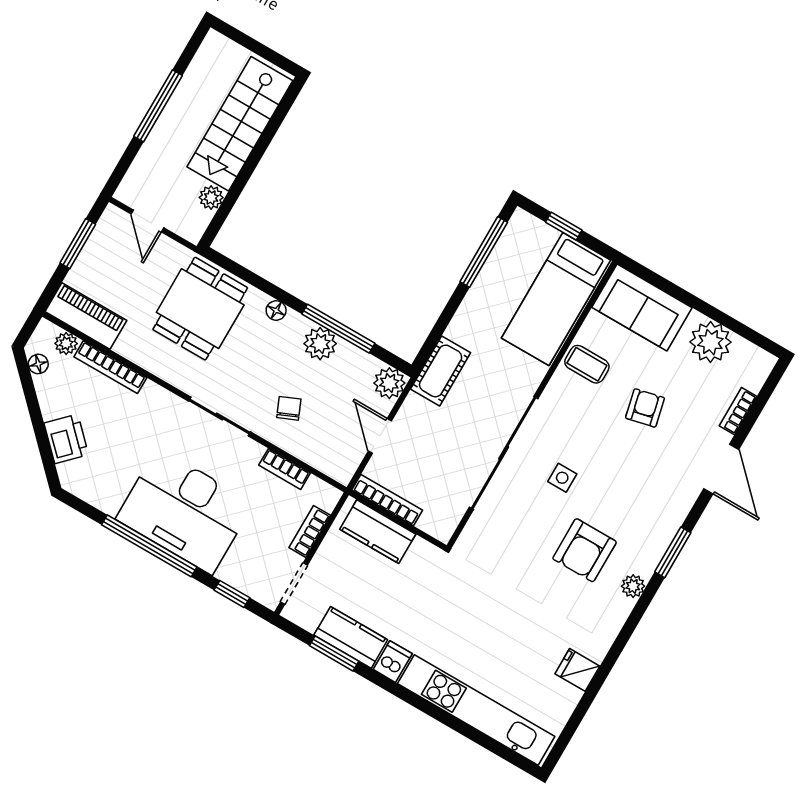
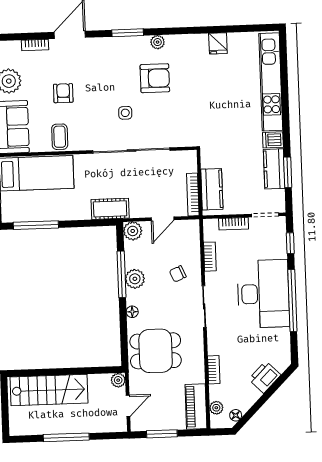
plant: (211, 197) -> (118, 380), moved
bookcase: (110, 367) -> (214, 370), width x0.64
armchair: (645, 408) -> (63, 93), turned 103

